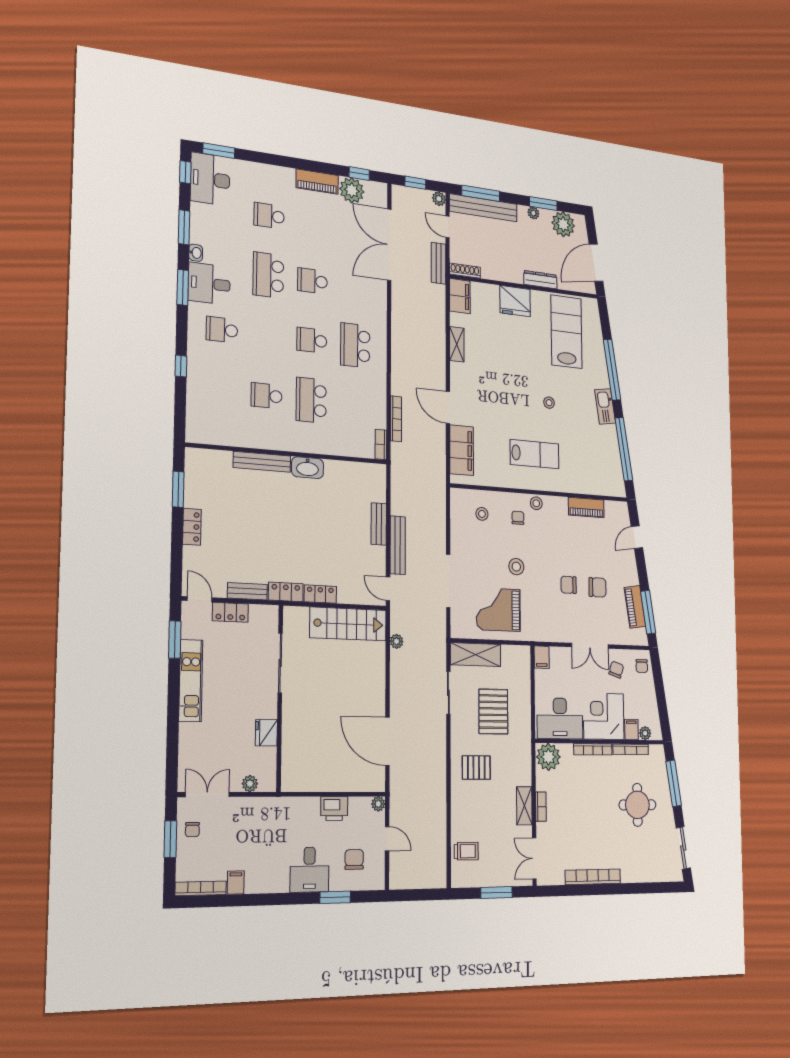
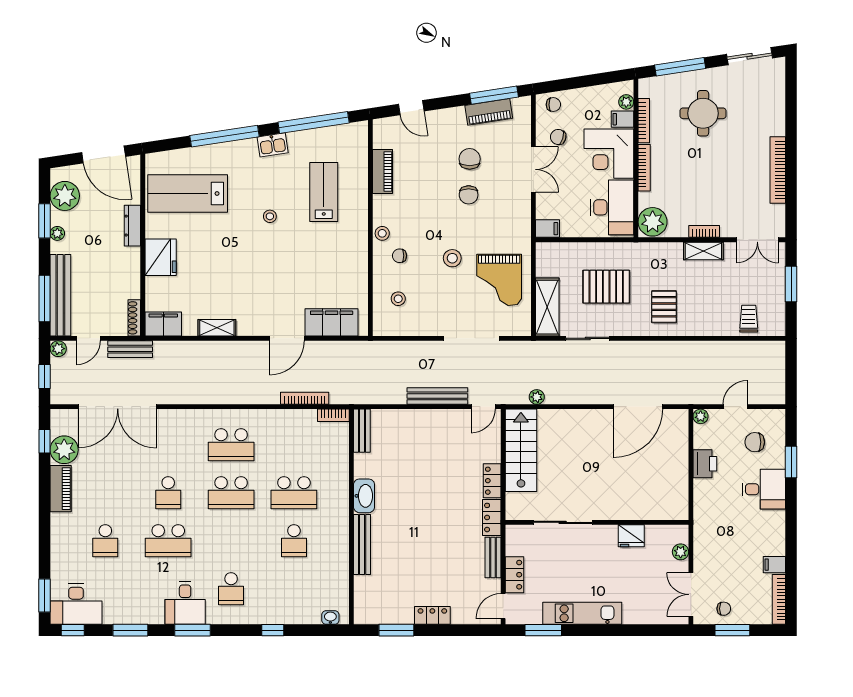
washbasin: (196, 253) -> (330, 618), moved
school desk: (312, 340) -> (231, 493), width x1.85
kitchen sink: (605, 406) -> (273, 145), width x0.73
lab bench: (534, 454) -> (324, 192), moved
bench: (379, 524) -> (362, 431), moved, turned 90

